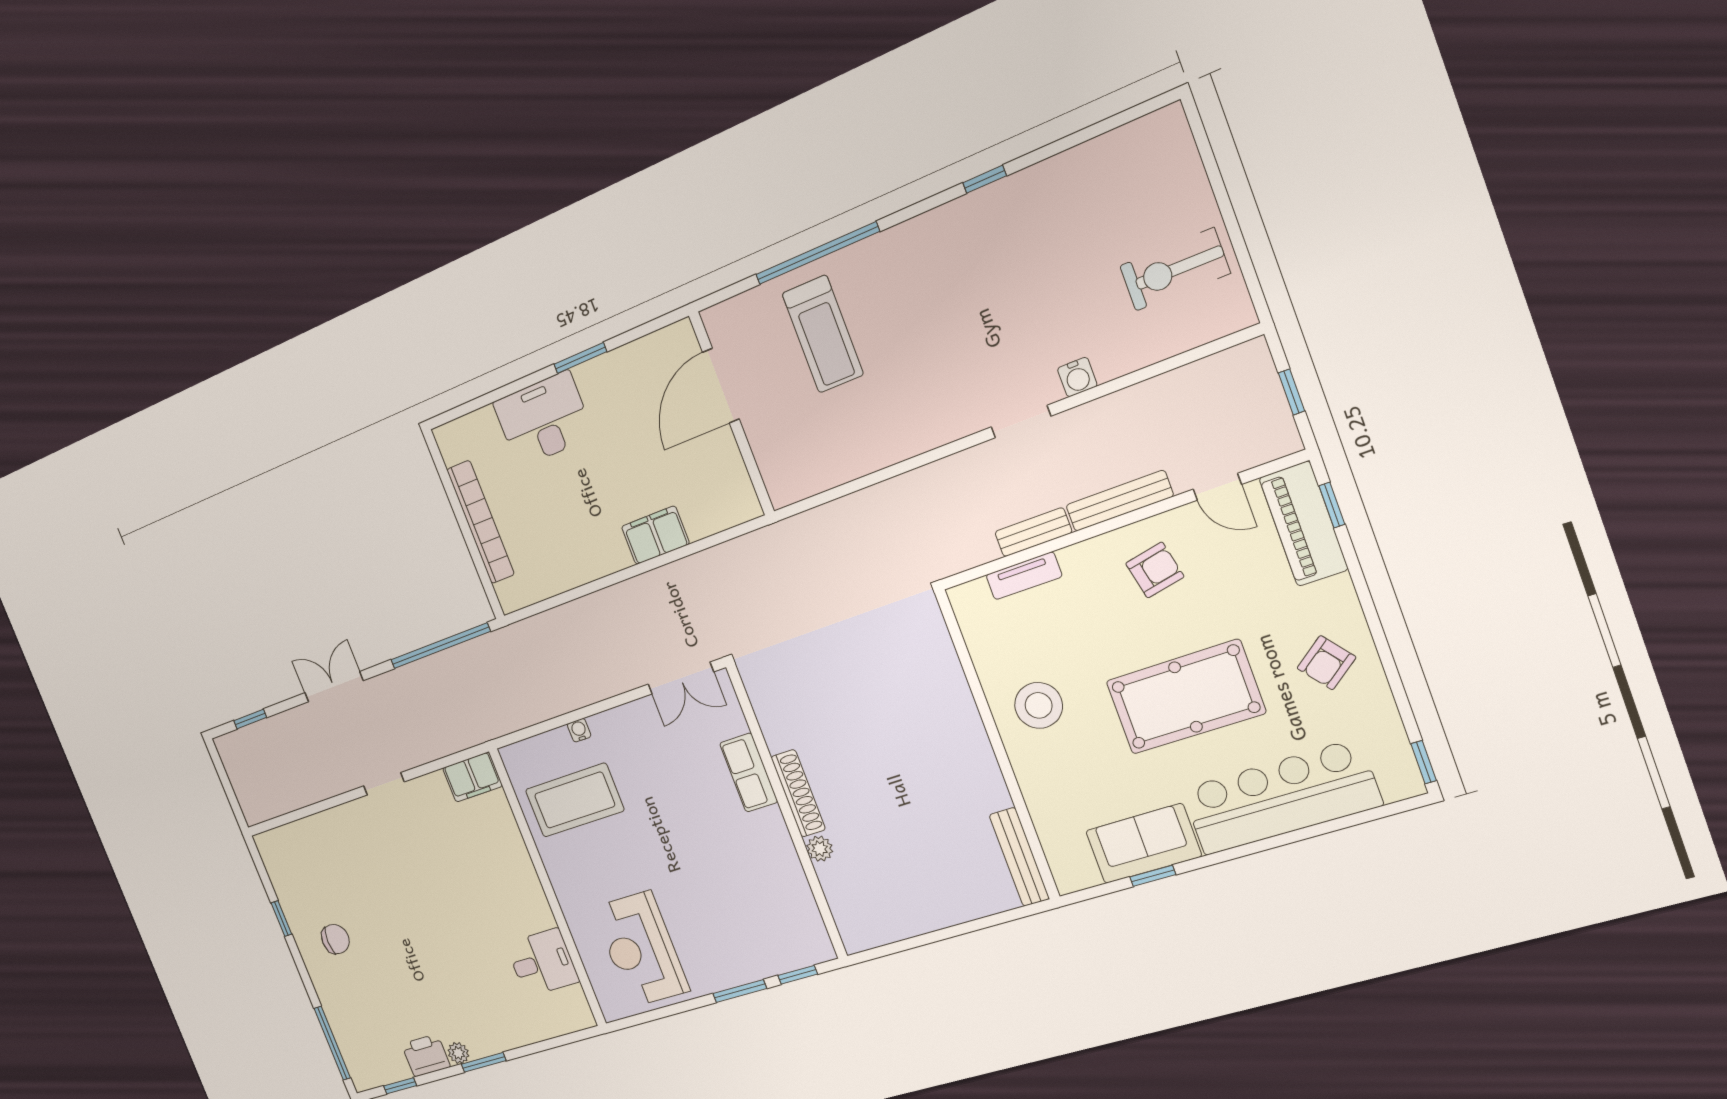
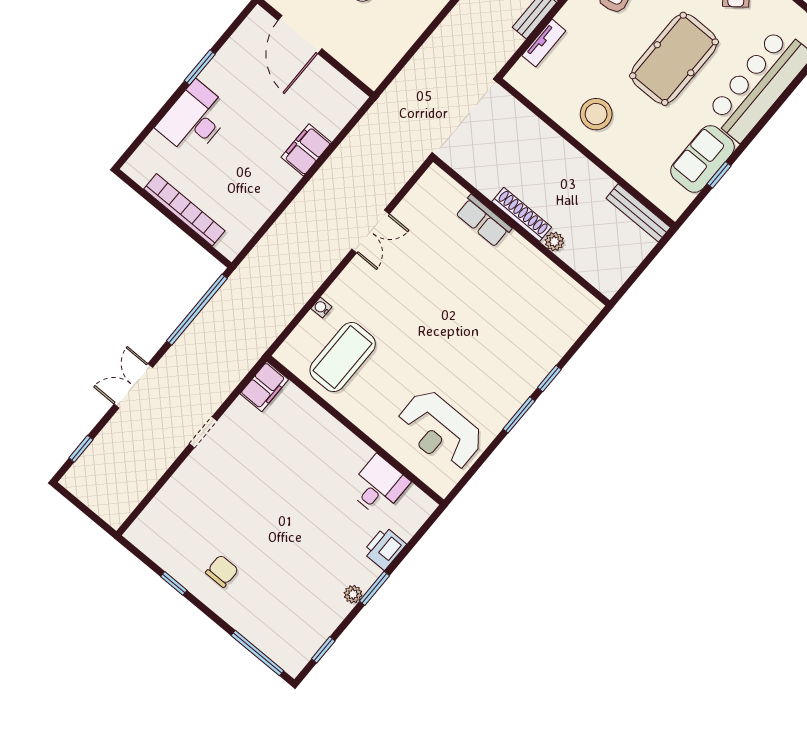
row of seats: (749, 773) -> (484, 221), moved
shoe rack: (798, 793) -> (522, 214), moved
wall: (787, 812) -> (521, 231), moved
plant: (820, 849) -> (554, 241), moved
printer: (426, 1055) -> (385, 548), moved

